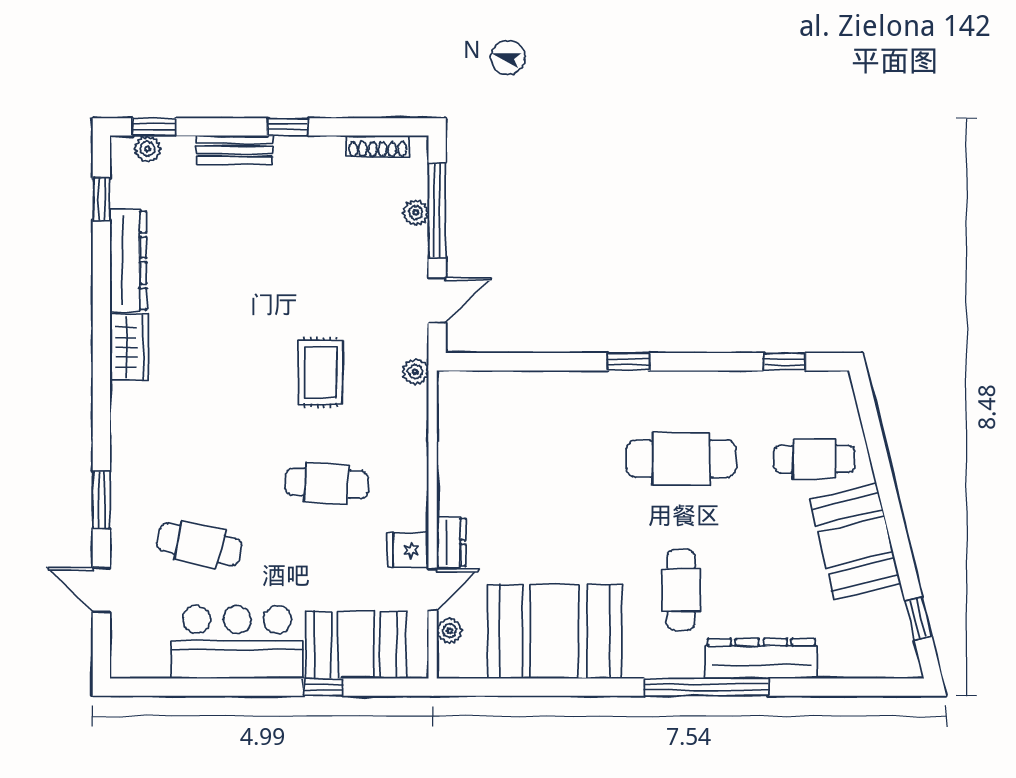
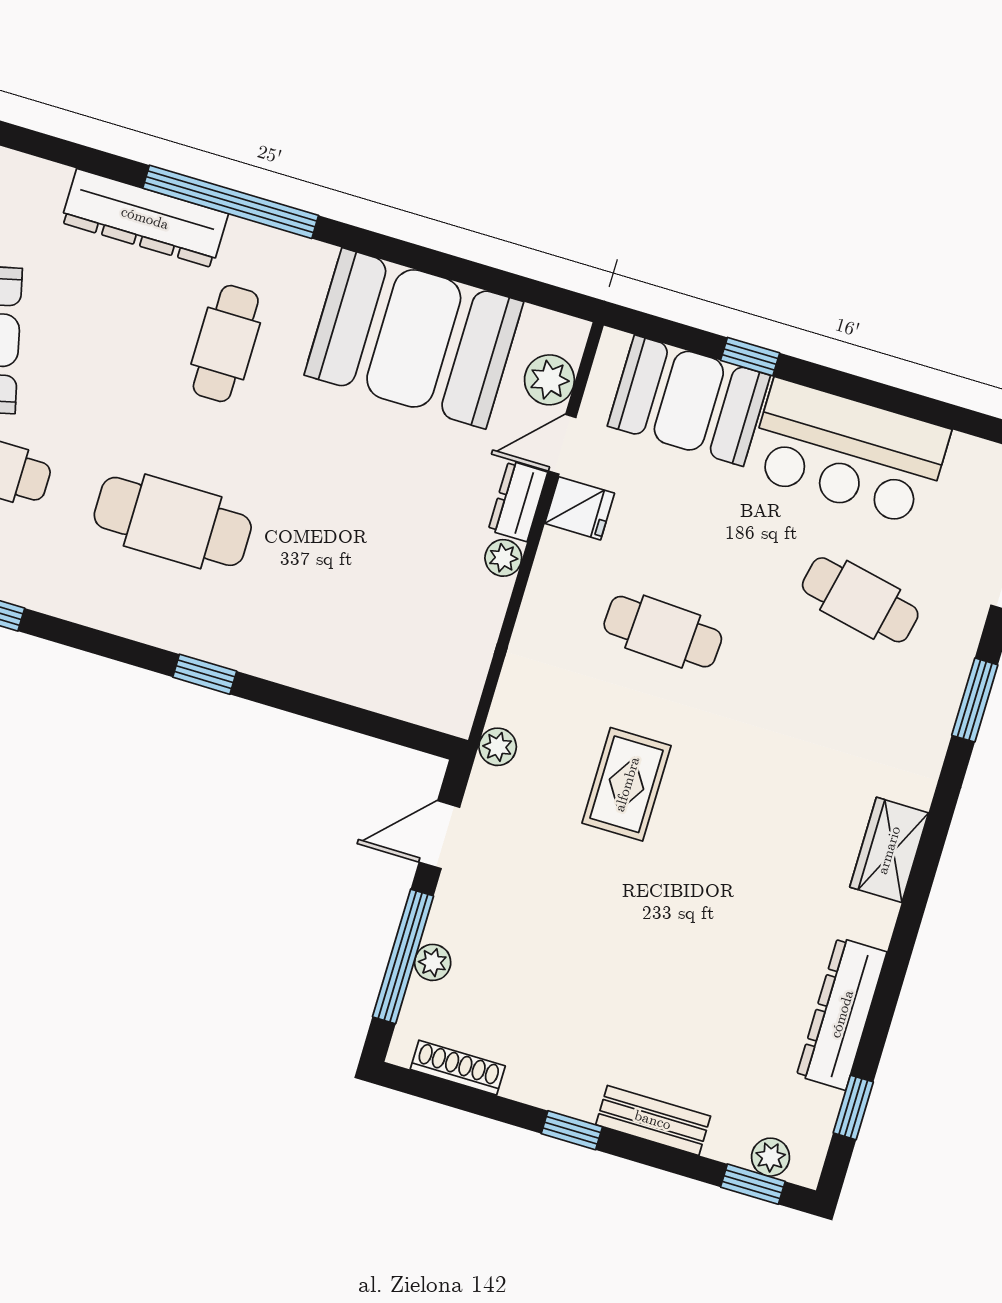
wardrobe: (129, 347) -> (889, 850), moved
plant: (450, 501) -> (503, 558), added
plant: (450, 631) -> (549, 380), width x1.38, depth x1.38

